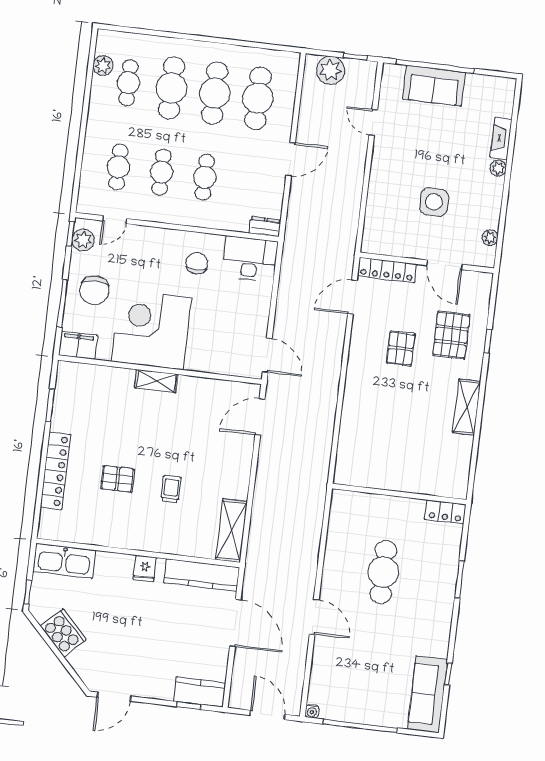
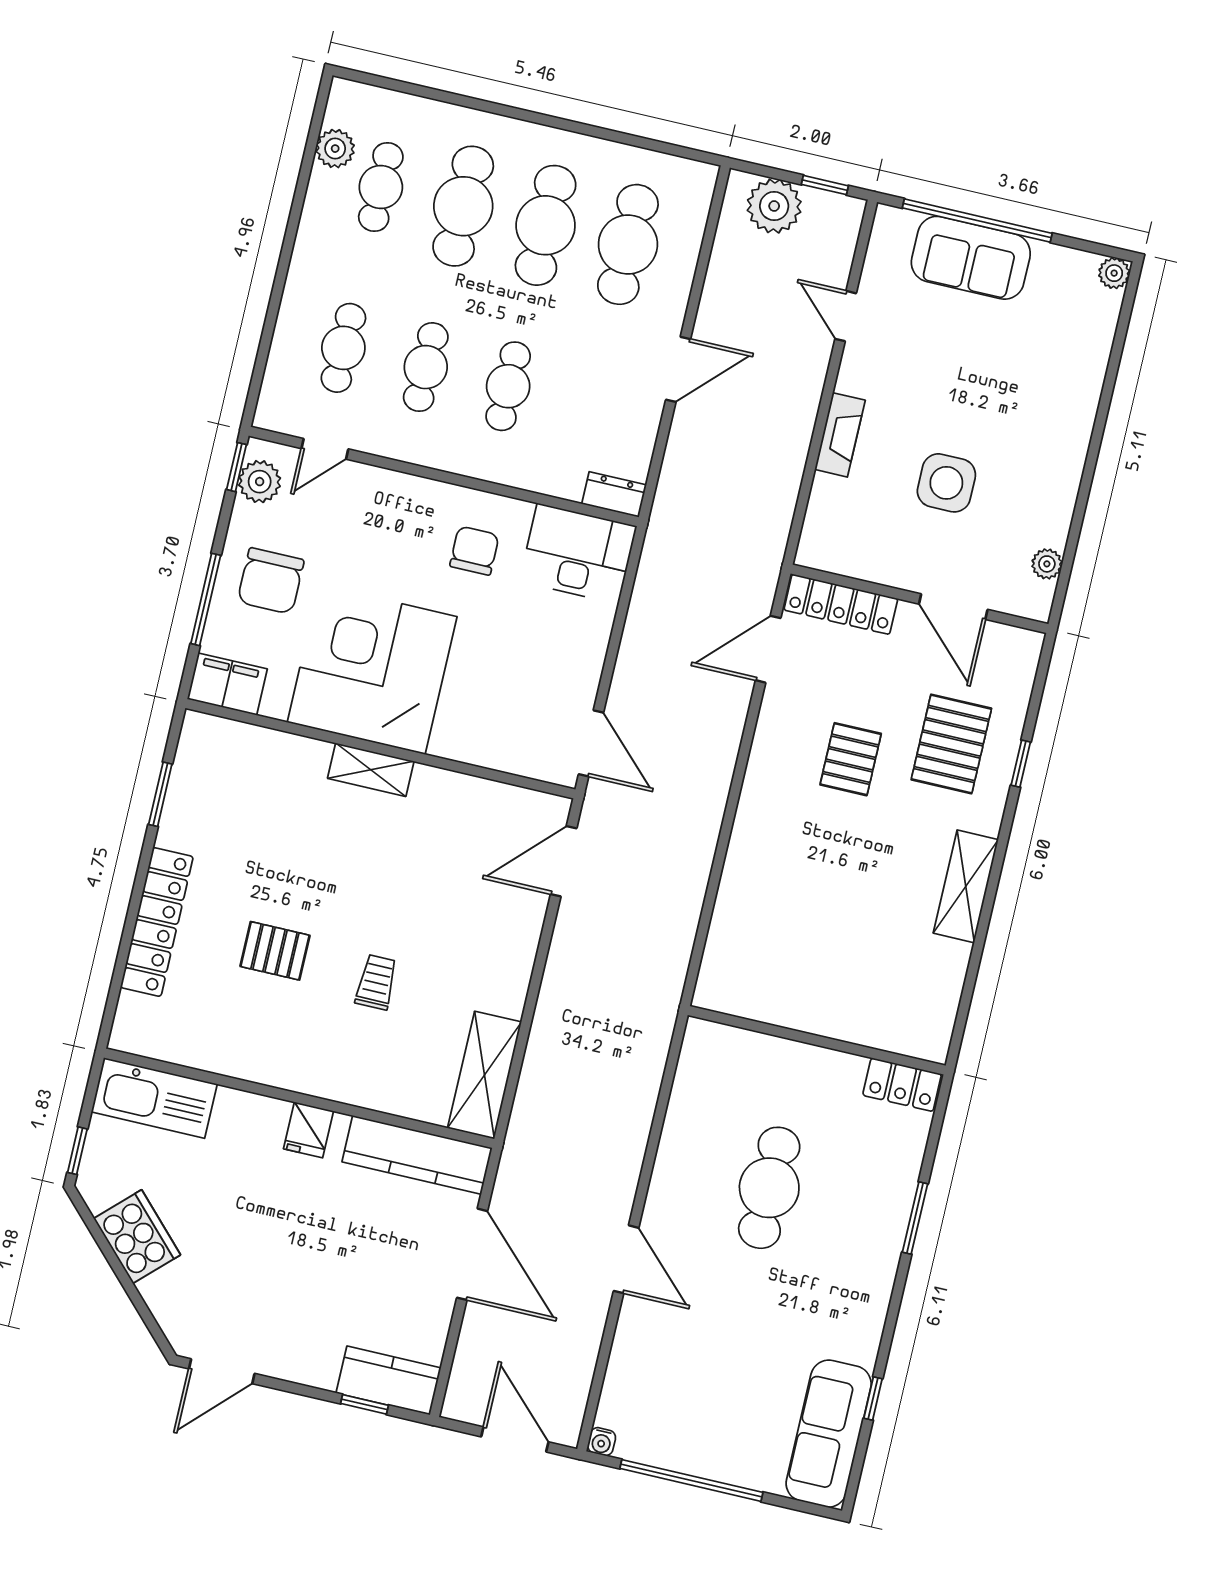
fireplace: (501, 138) -> (840, 435), moved, turned 180
plant: (498, 168) -> (1114, 273), moved

